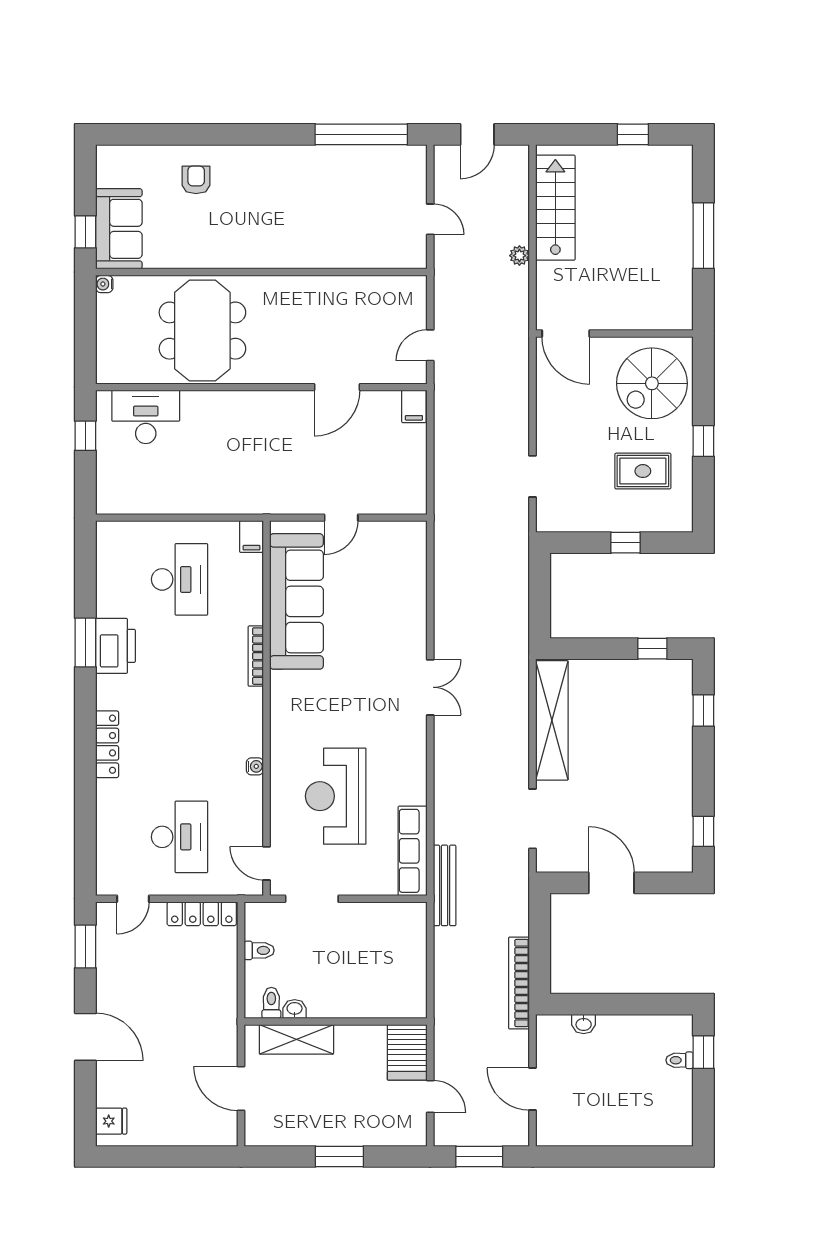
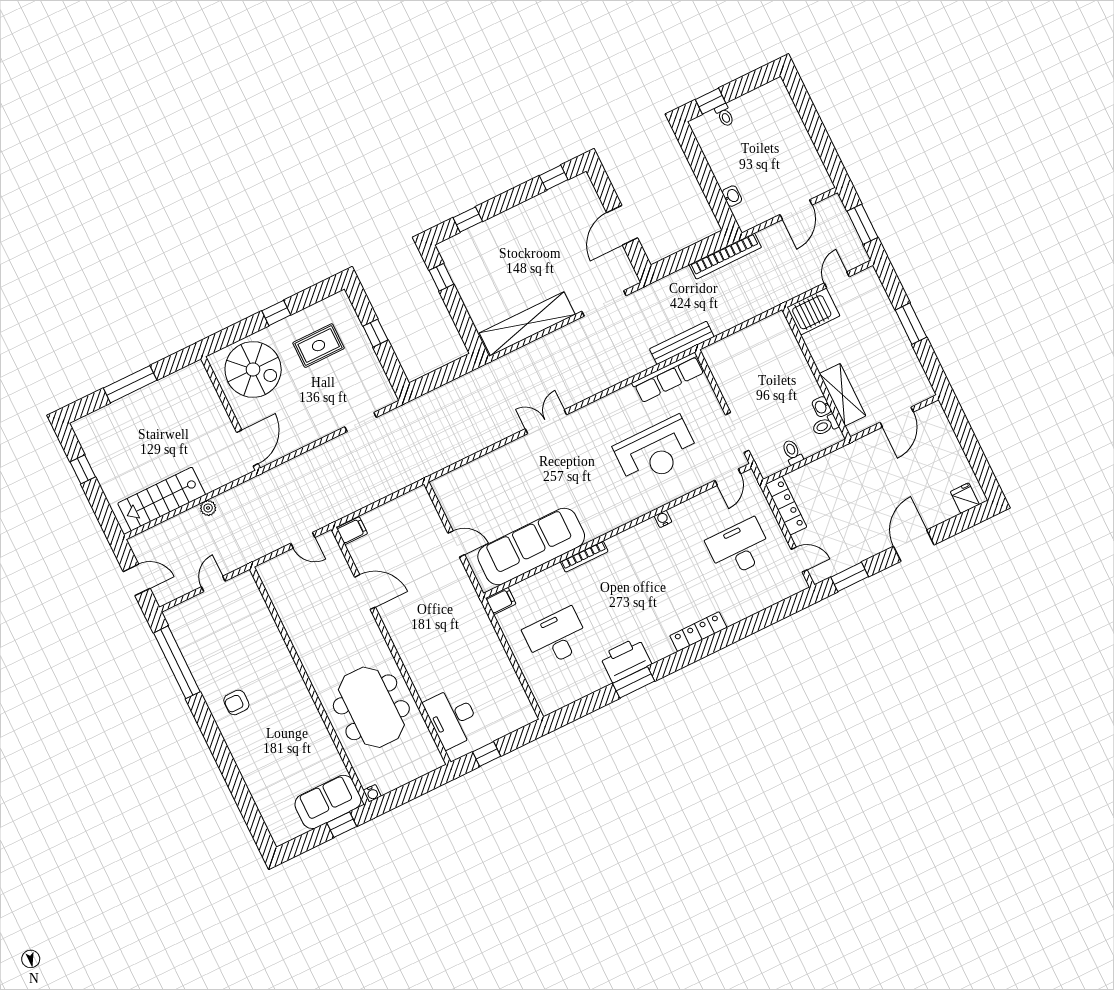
armchair: (196, 180) -> (236, 702), moved
meeting table: (202, 331) -> (371, 707), turned 90
rug: (643, 471) -> (319, 346), turned 90

